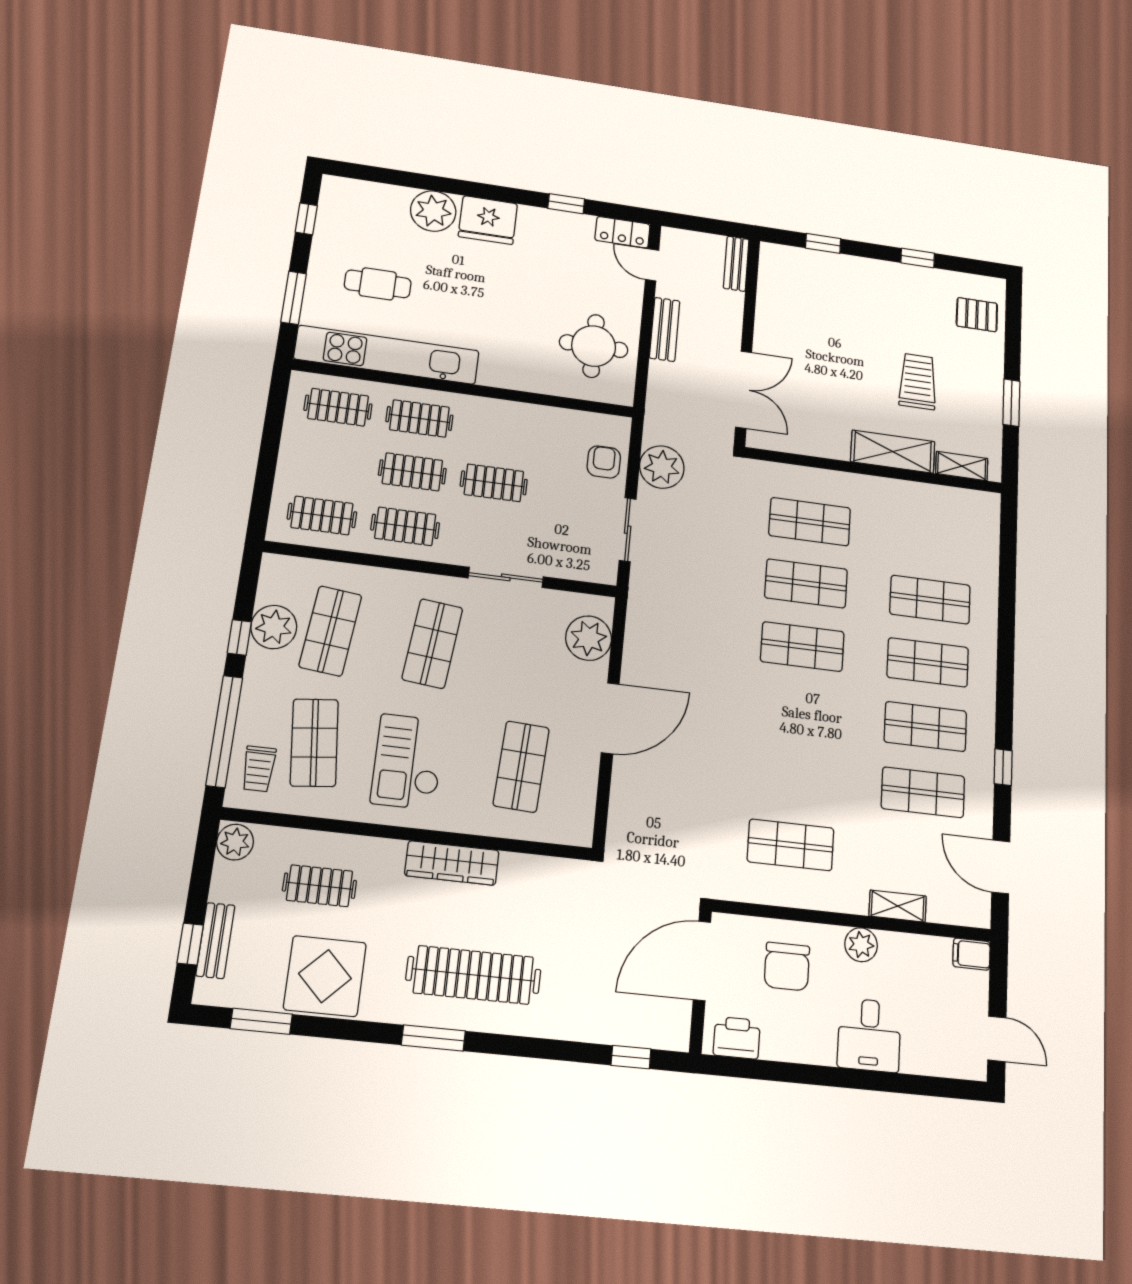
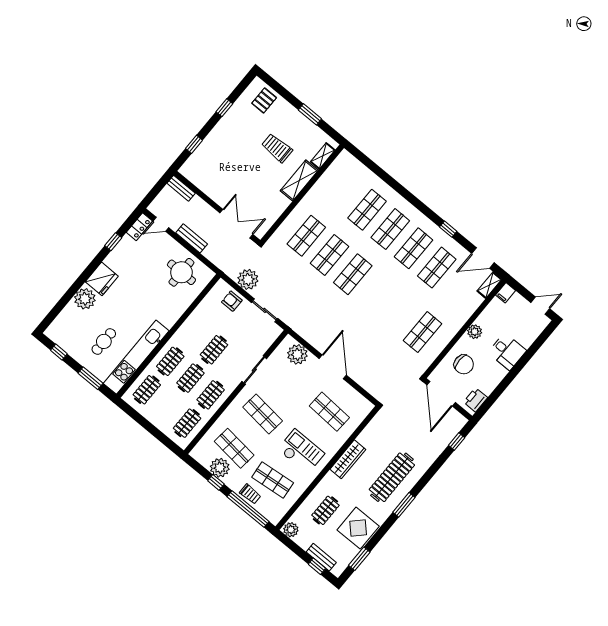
checkout: (408, 762) -> (301, 451), turned 180
trolley: (259, 769) -> (250, 494), moved
shelving: (898, 906) -> (489, 285), moved

